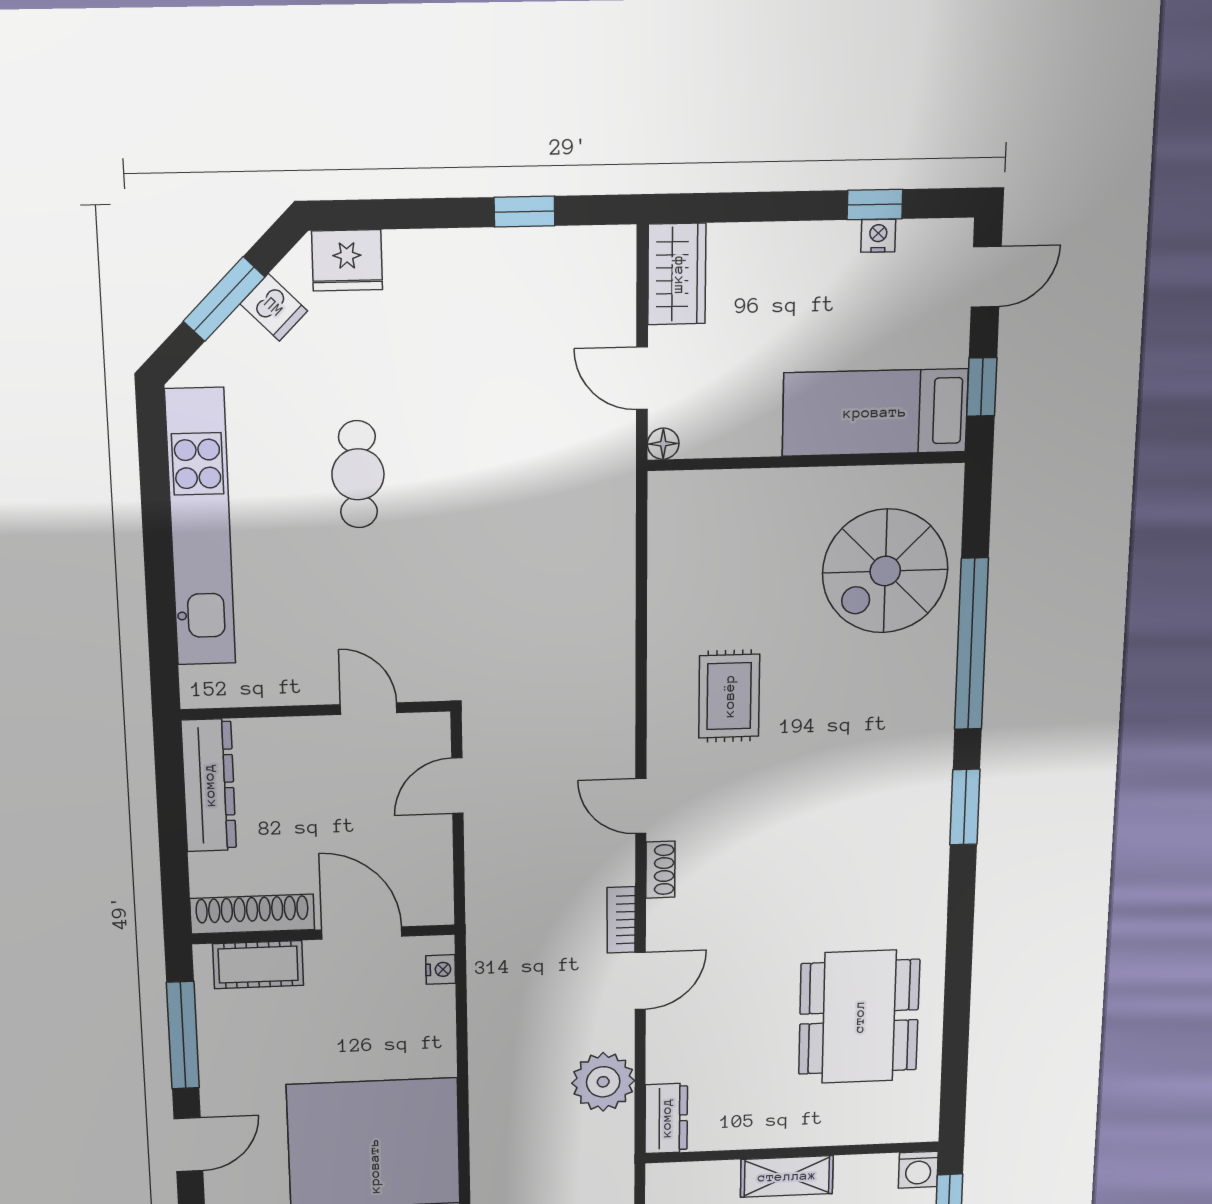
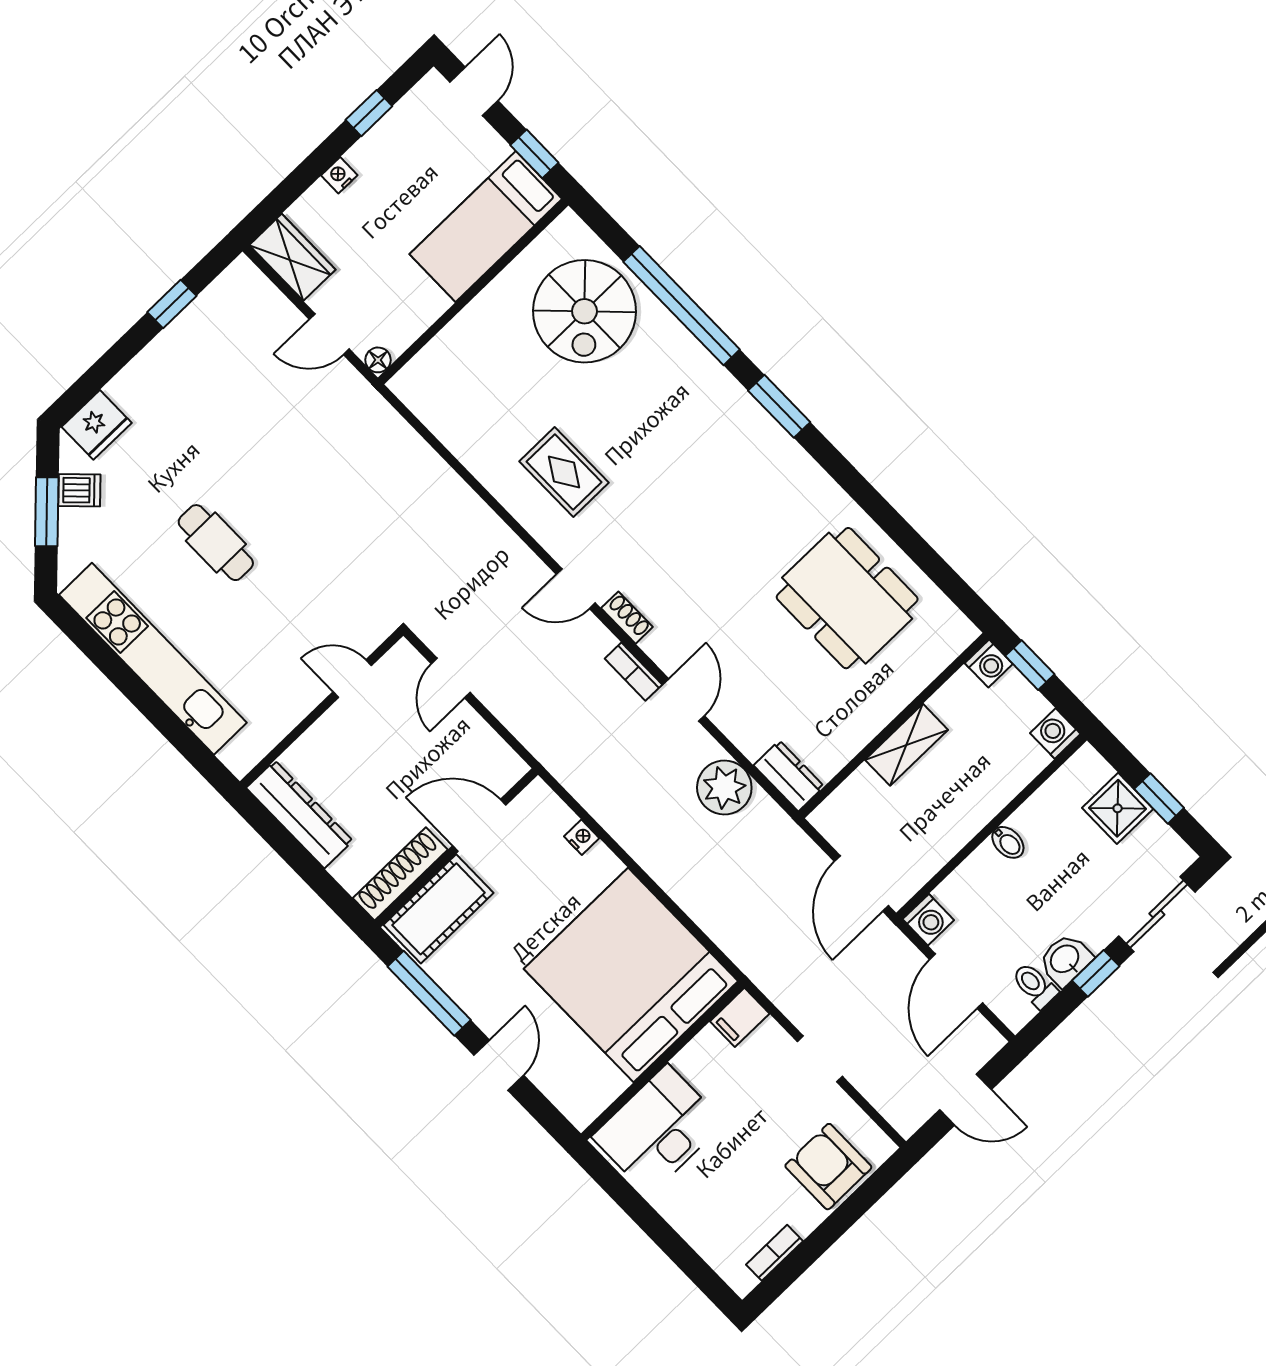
nightstand: (878, 236) -> (339, 175), moved
cot: (258, 965) -> (439, 909), width x1.37, depth x1.34
nightstand: (441, 969) -> (582, 837), moved

